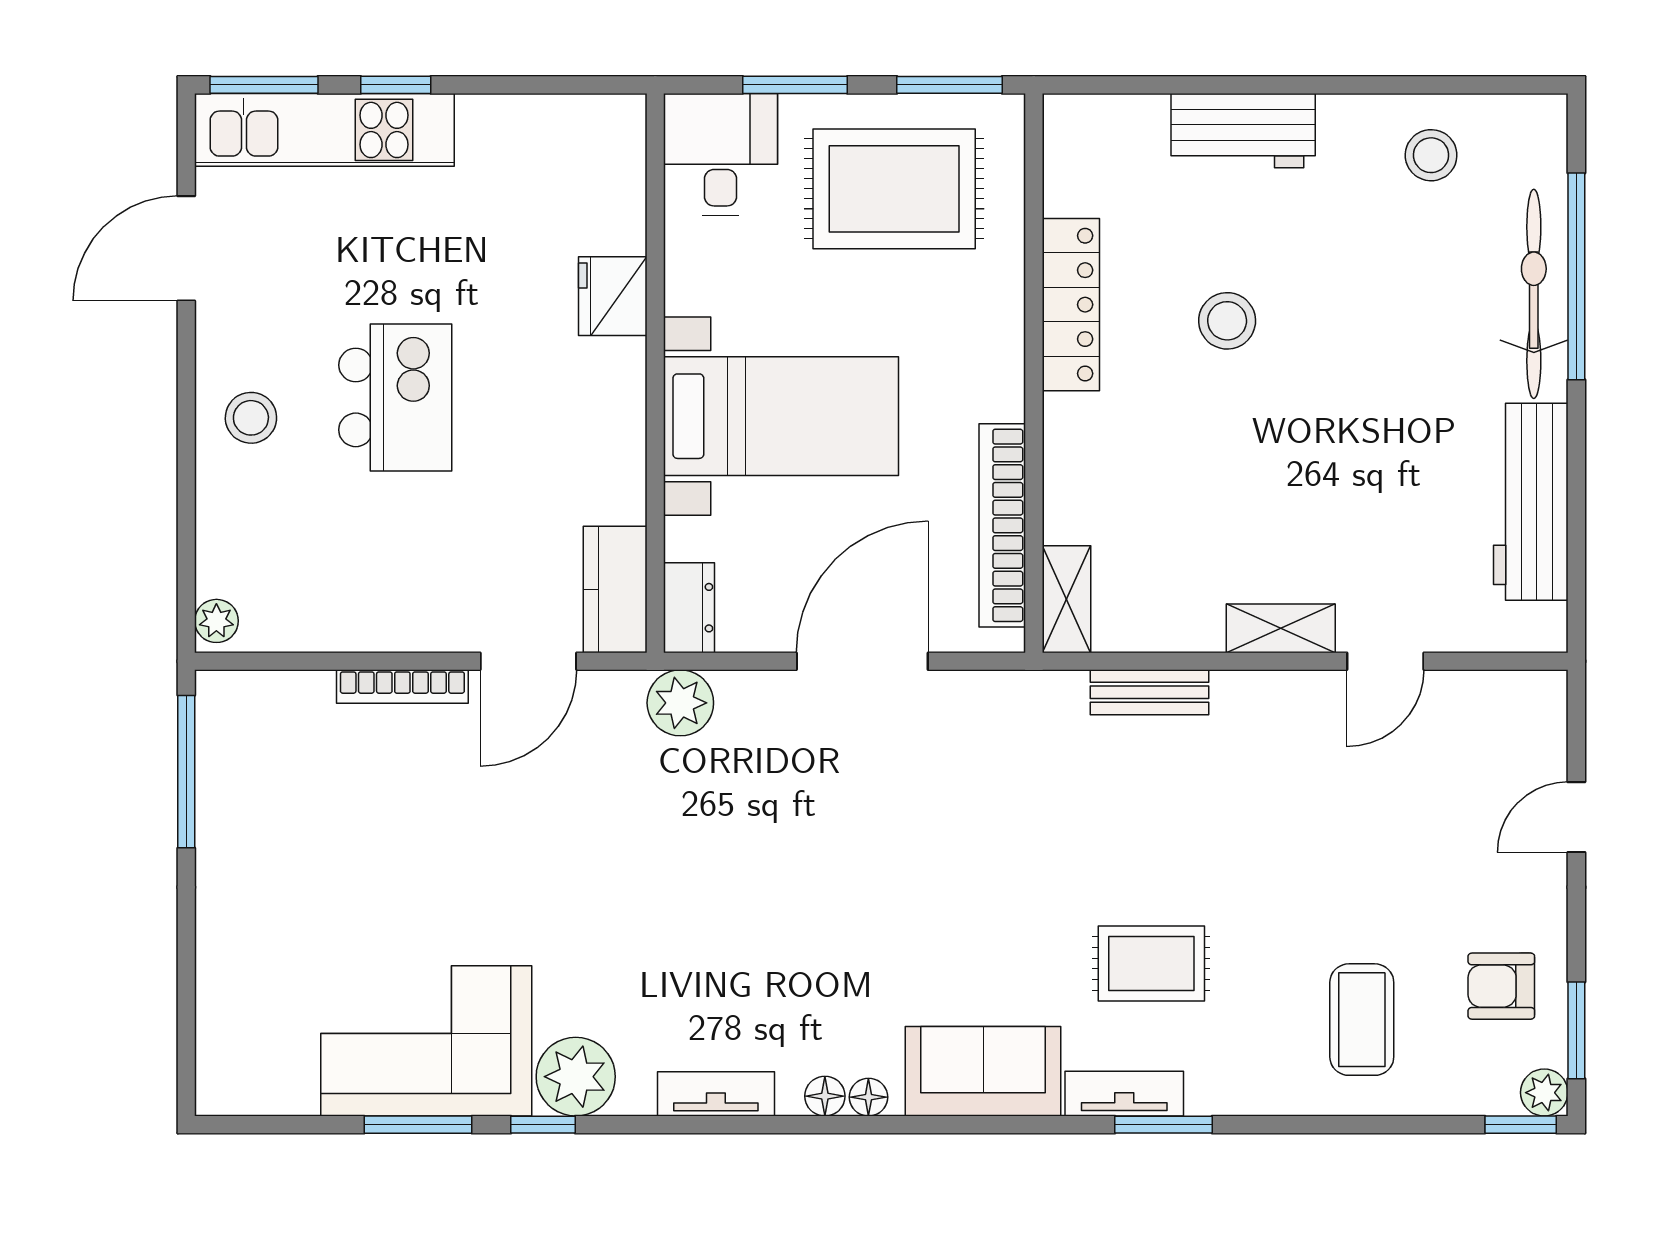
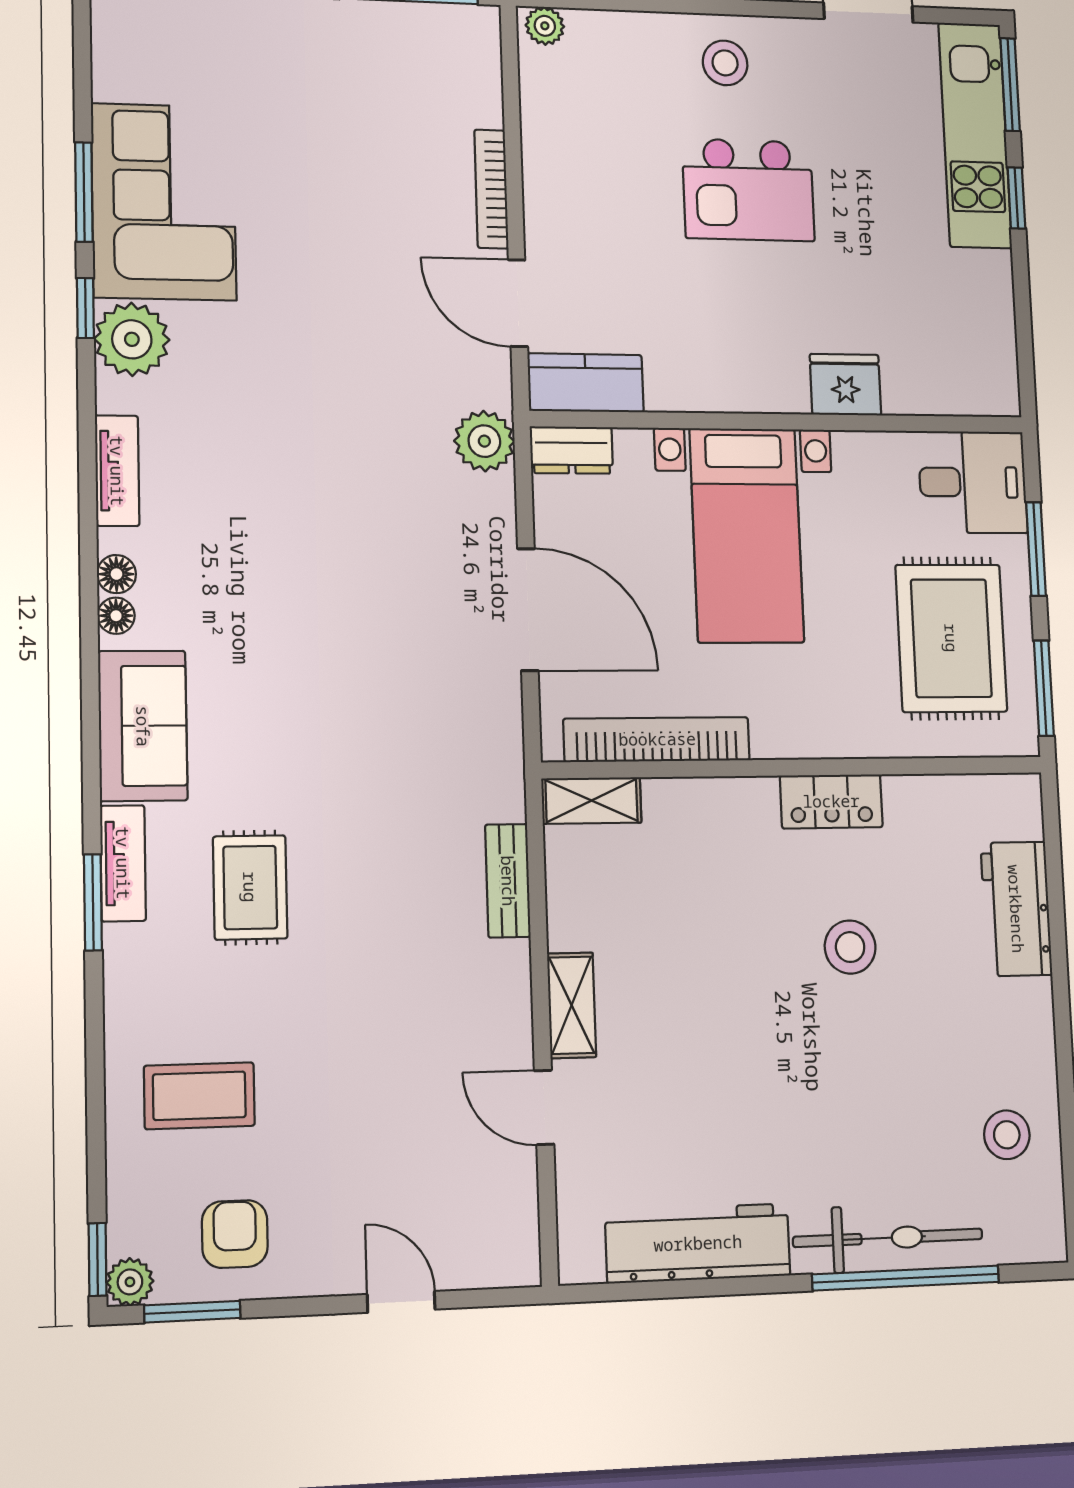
workbench: (1243, 131) -> (1016, 909), moved
locker: (1071, 305) -> (831, 801), width x0.66

